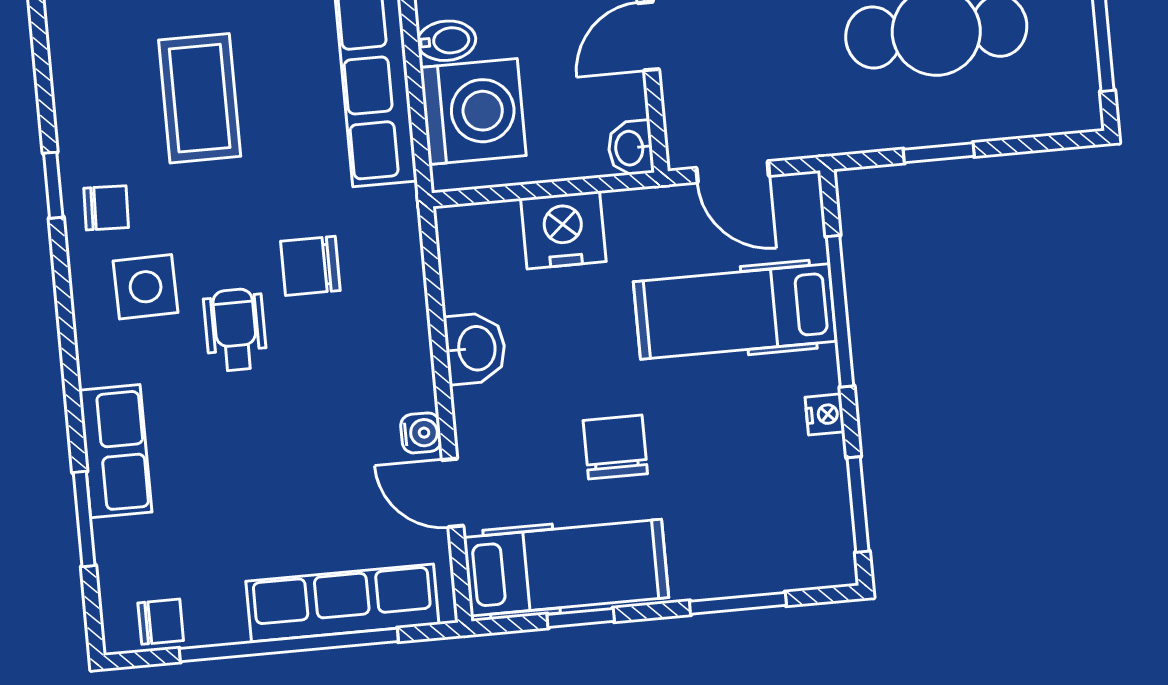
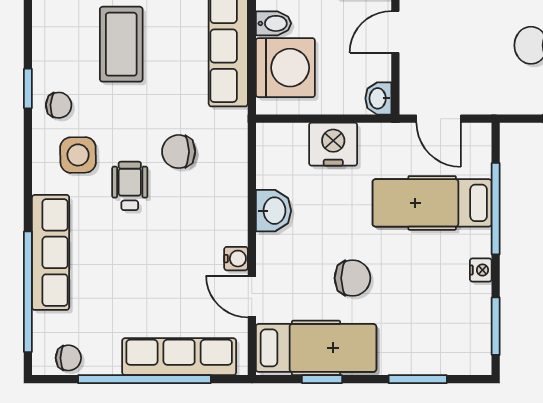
chair: (615, 447) -> (352, 278), turned 90
row of seats: (115, 451) -> (51, 252), width x1.48
window: (84, 519) -> (28, 292), width x2.11

